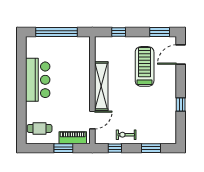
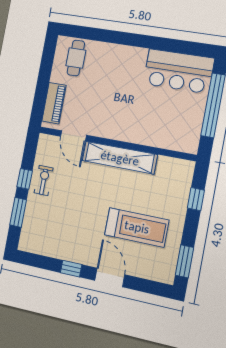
door: (181, 54) -> (110, 278), moved
bar counter: (38, 80) -> (179, 71), moved
window: (63, 148) -> (42, 88), removed
window: (115, 148) -> (25, 179), moved

